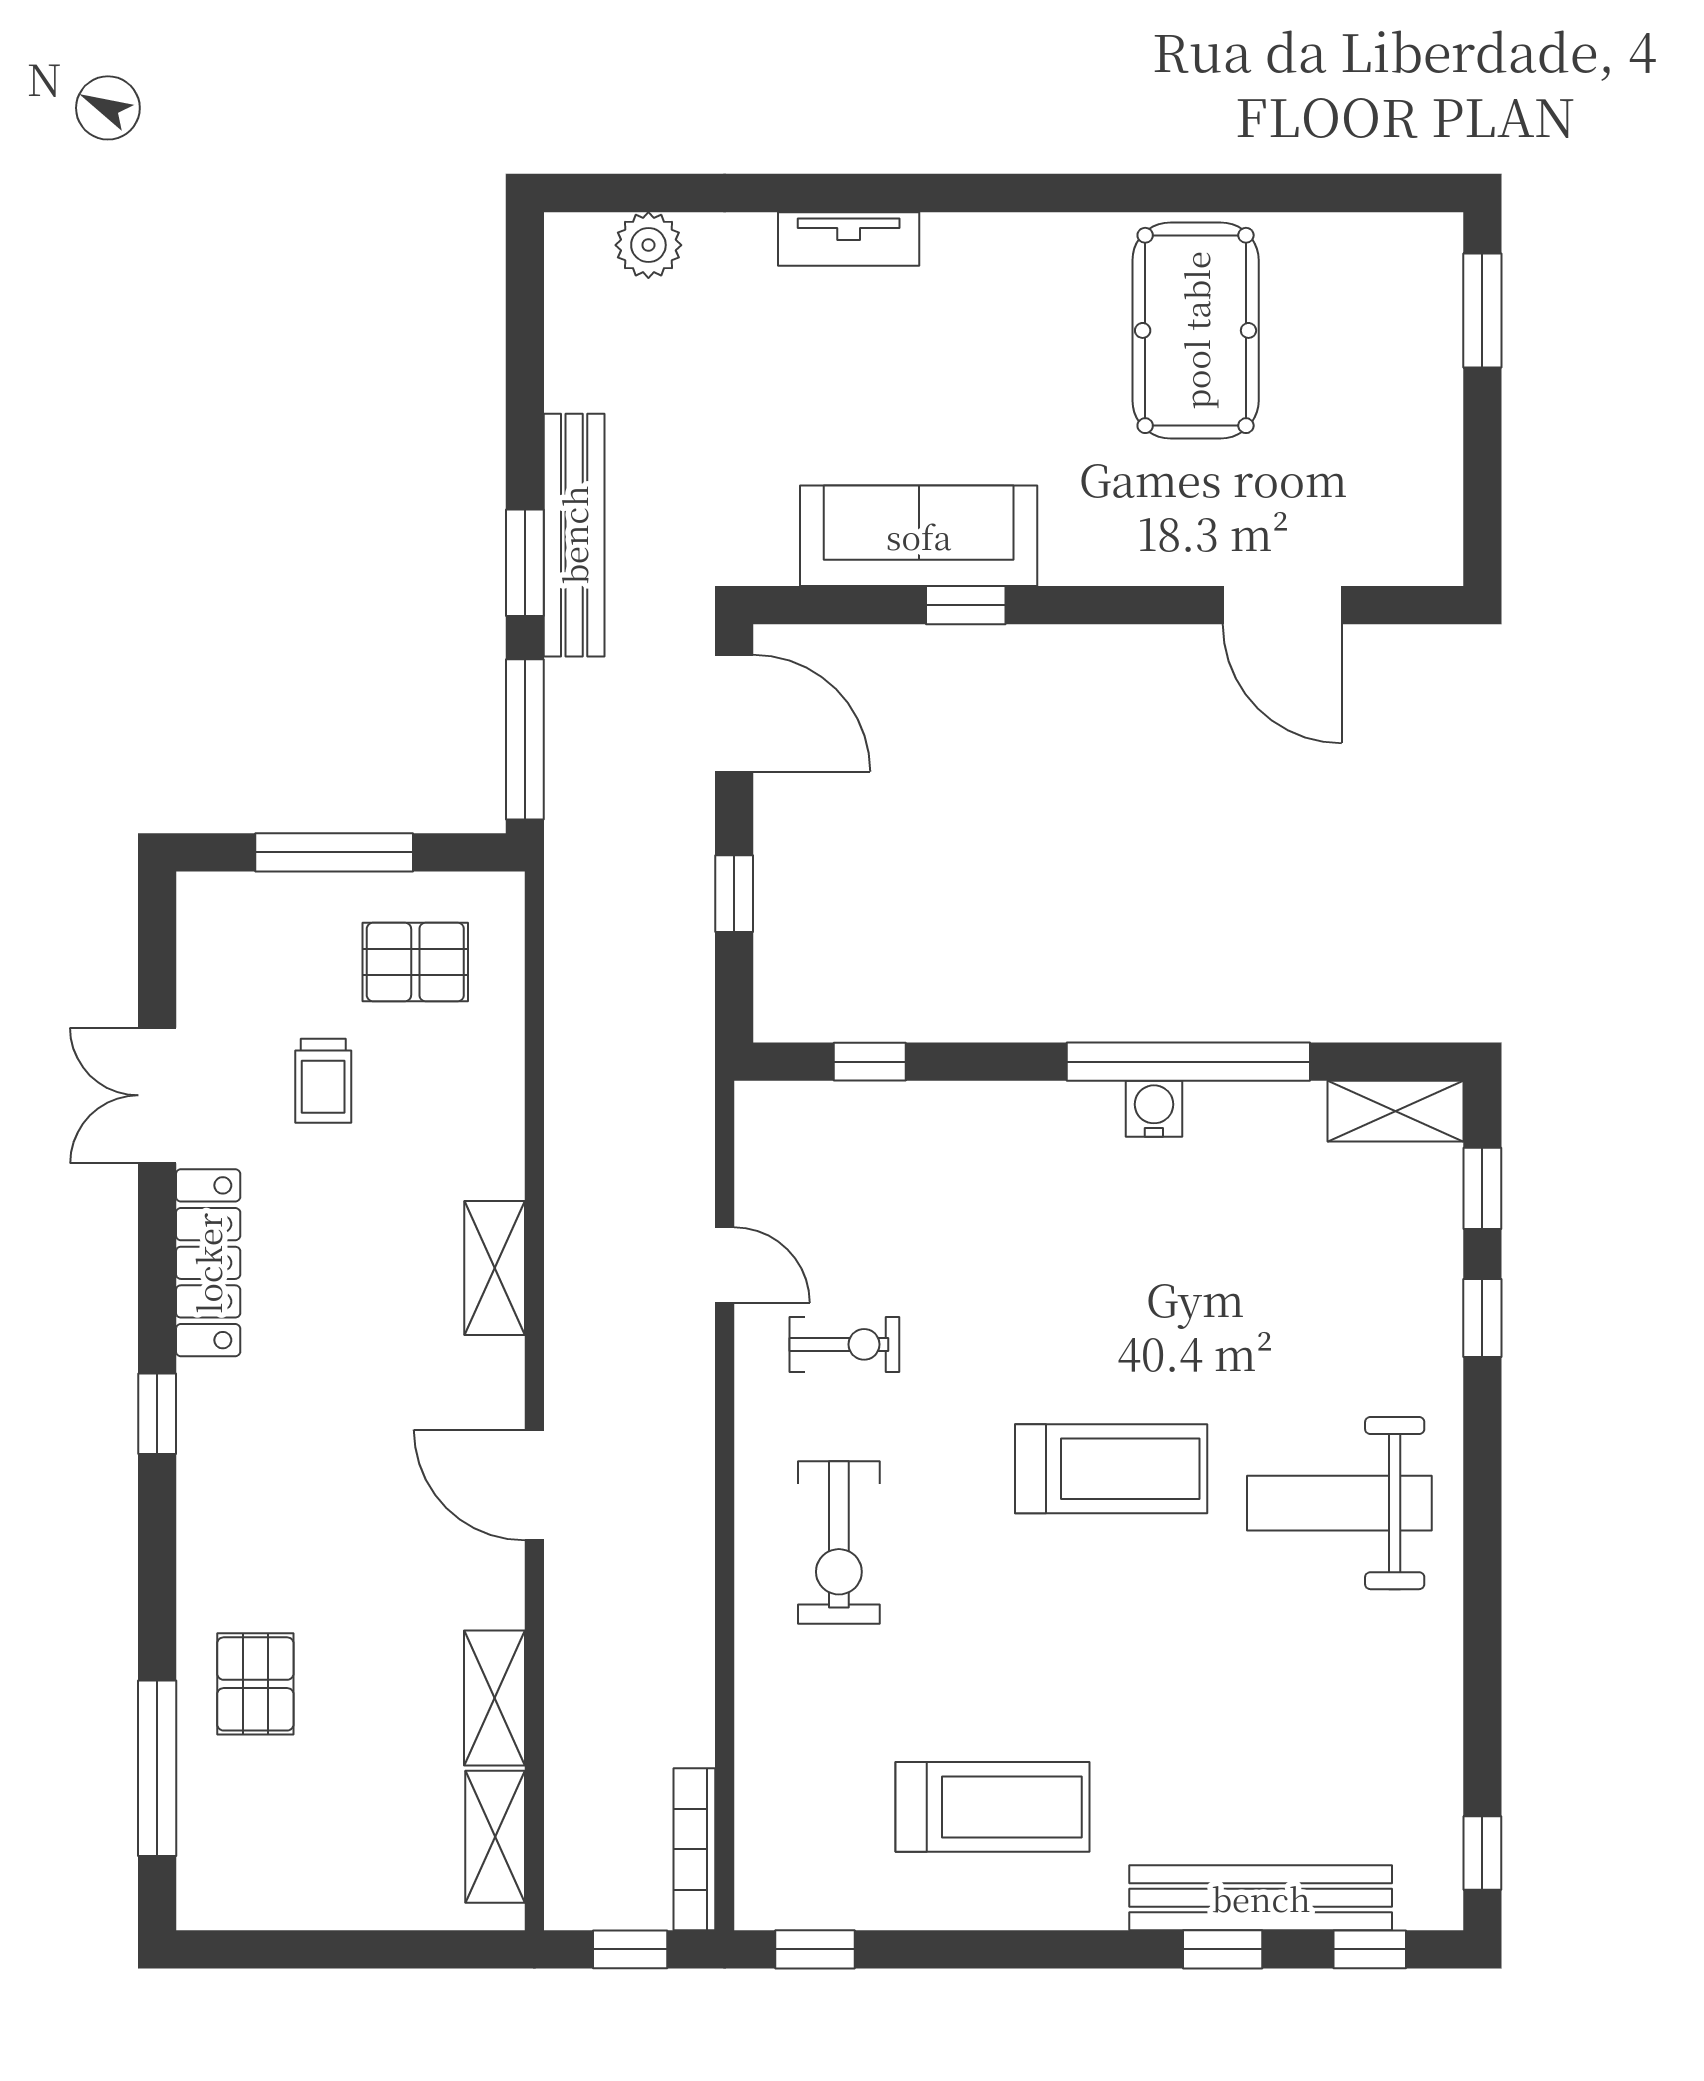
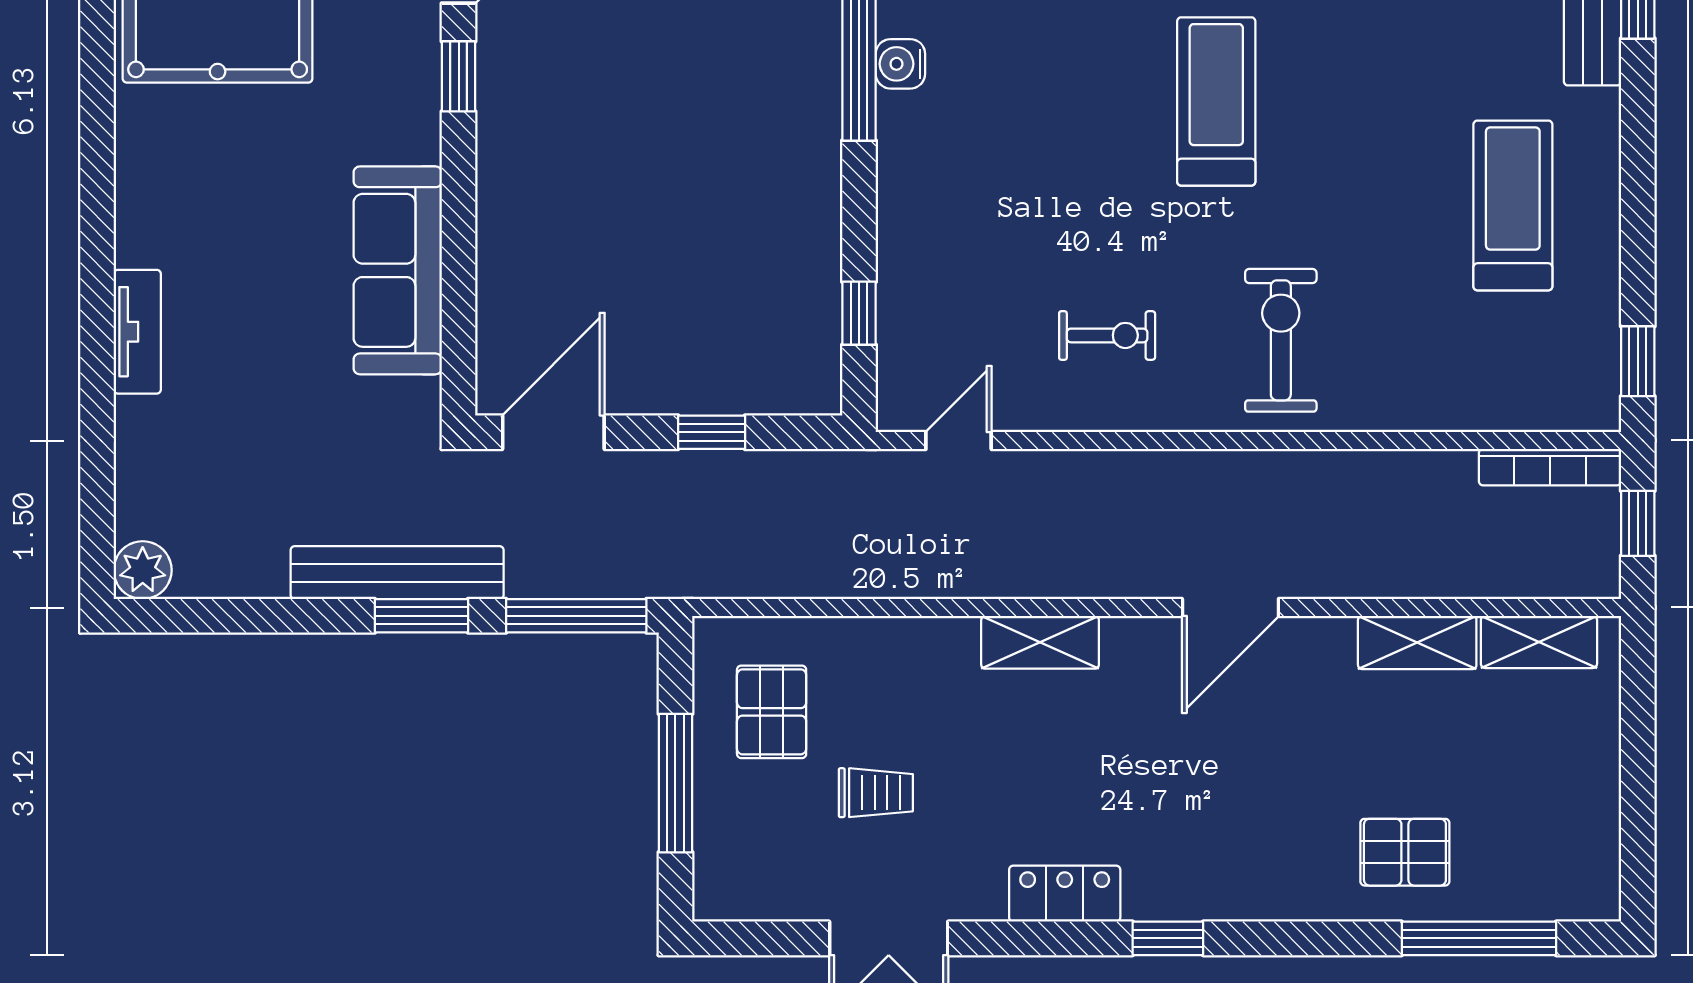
plant: (648, 245) -> (143, 570), moved
window: (966, 605) -> (459, 76), moved
locker: (208, 1263) -> (1065, 894), width x0.66
door: (725, 1265) -> (959, 441), moved
exercise bike: (844, 1344) -> (1107, 335), turned 90
exercise bike: (839, 1542) -> (1281, 340), turned -90

